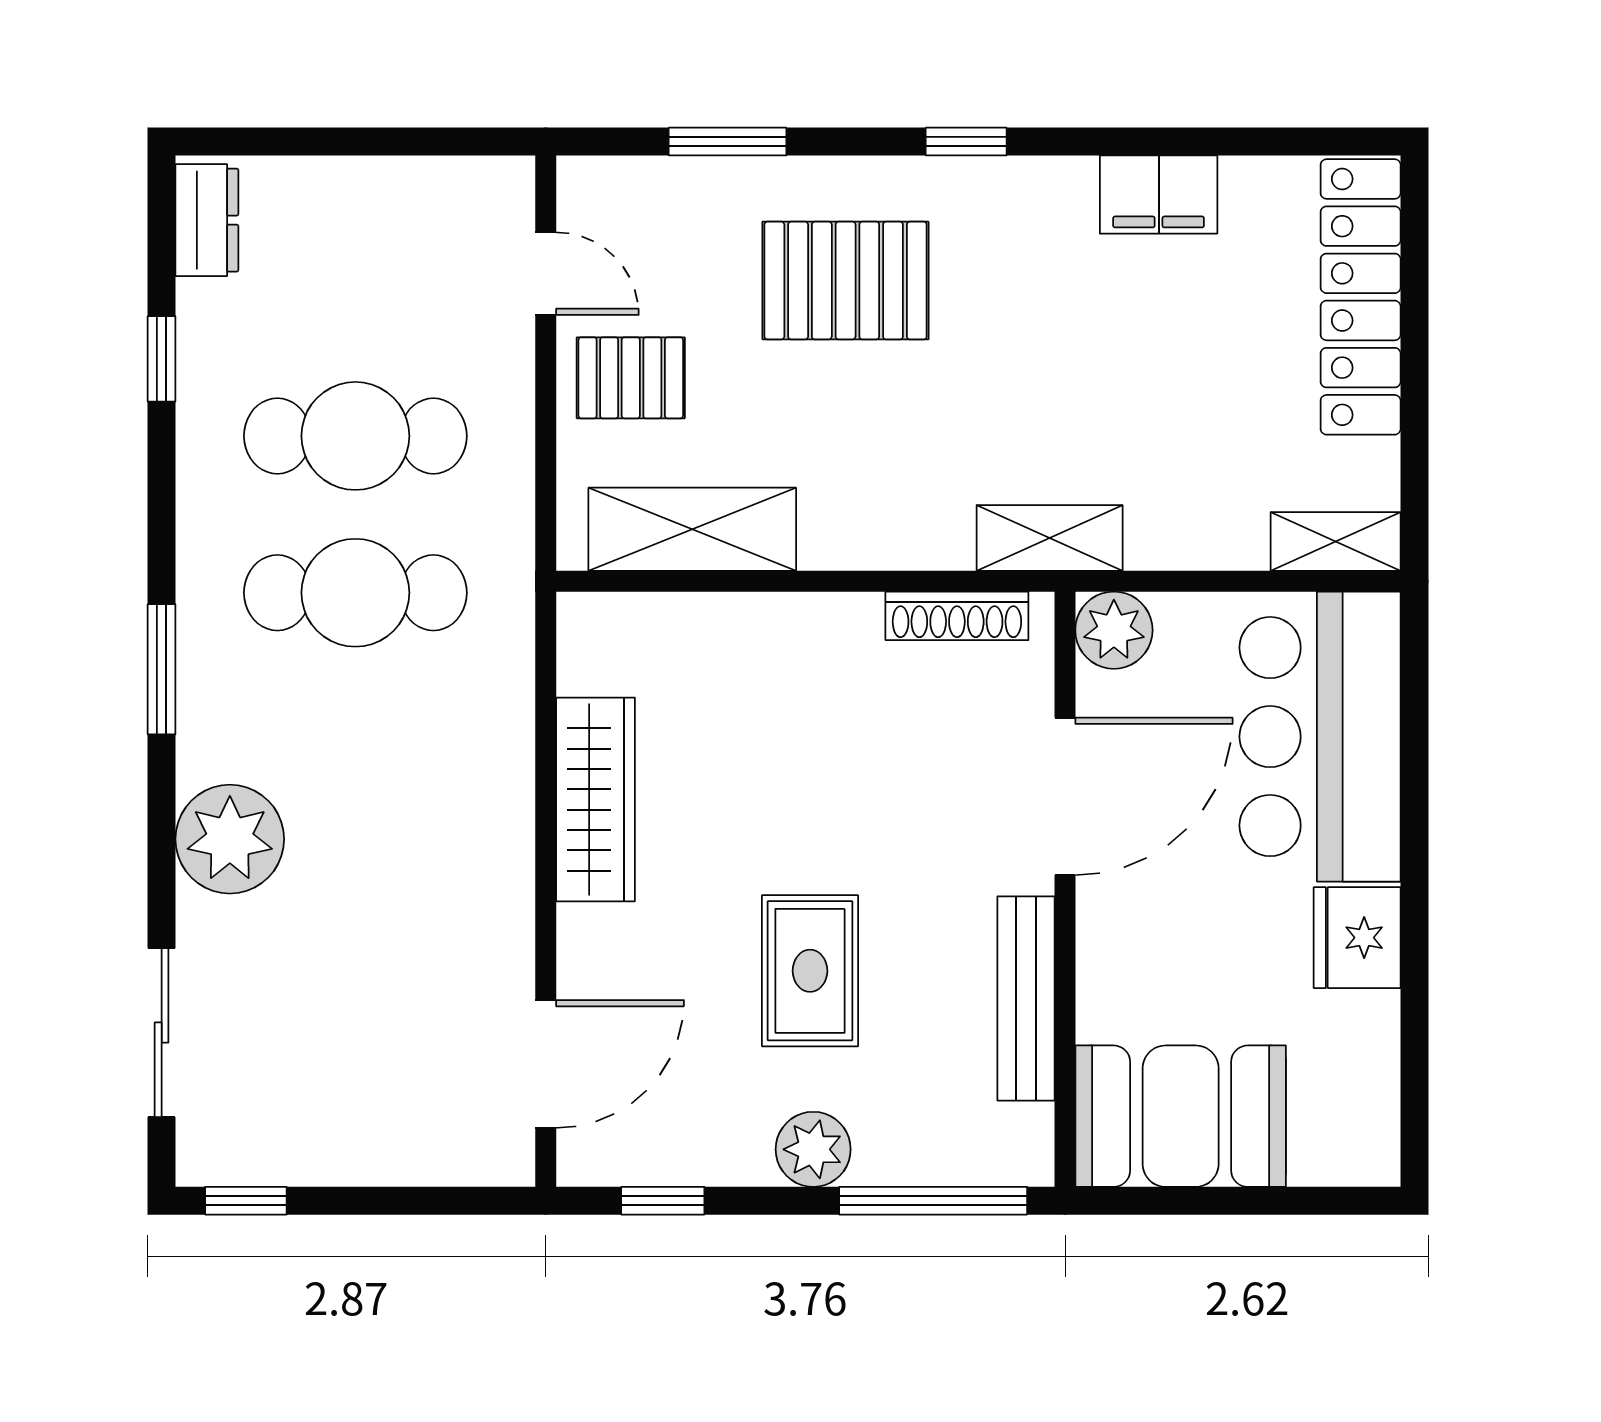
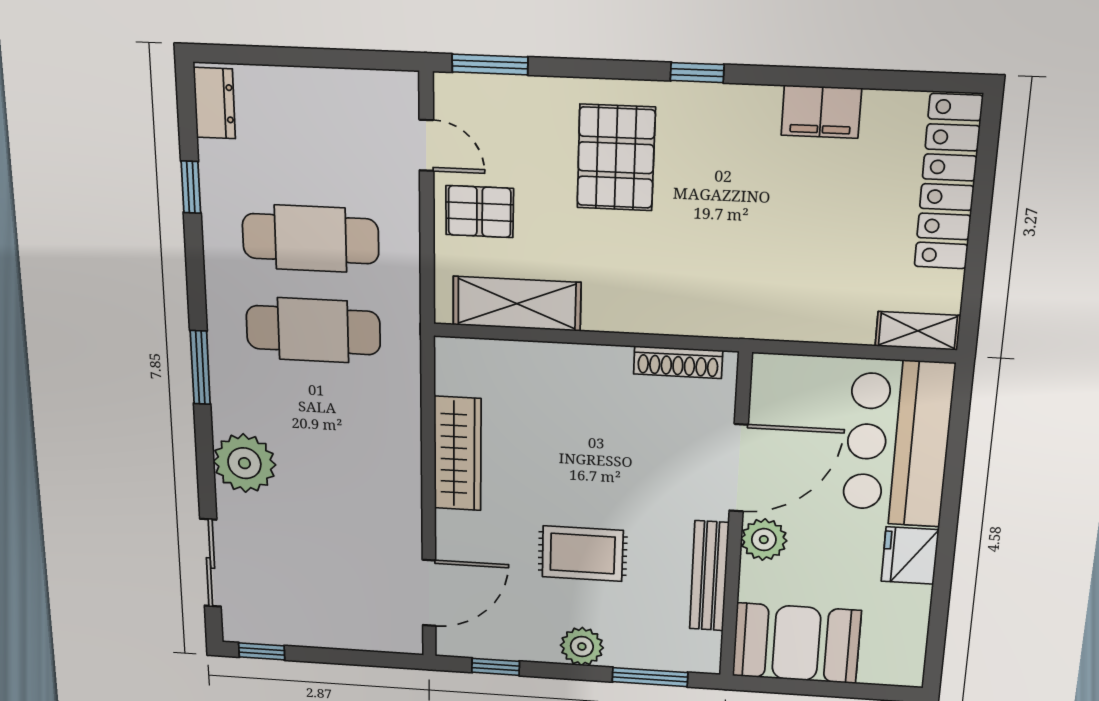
window: (728, 142) -> (490, 65), moved
pallet: (846, 281) -> (616, 158), turned 90
shelving: (1050, 538) -> (738, 320), removed
plant: (1114, 630) -> (764, 540), moved
rug: (810, 971) -> (583, 554), turned 90
window: (933, 1201) -> (650, 677), width x0.69

